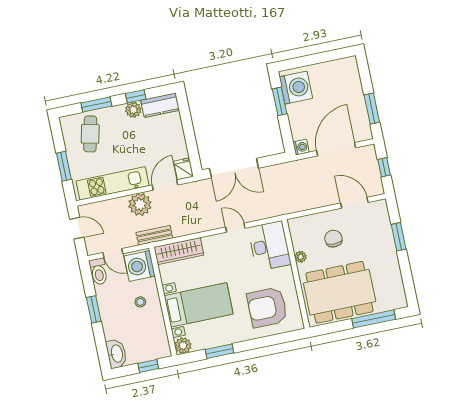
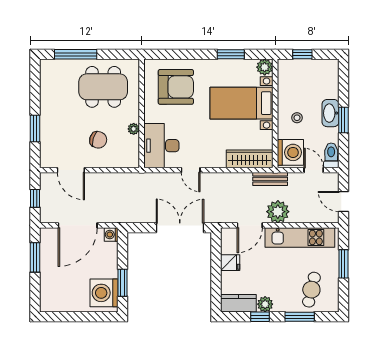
fridge: (183, 169) -> (230, 263), moved, turned -90
chair: (333, 239) -> (98, 140), turned -73
dining table: (340, 292) -> (103, 87), width x0.73, depth x0.80
washbasin: (116, 354) -> (330, 113), moved

